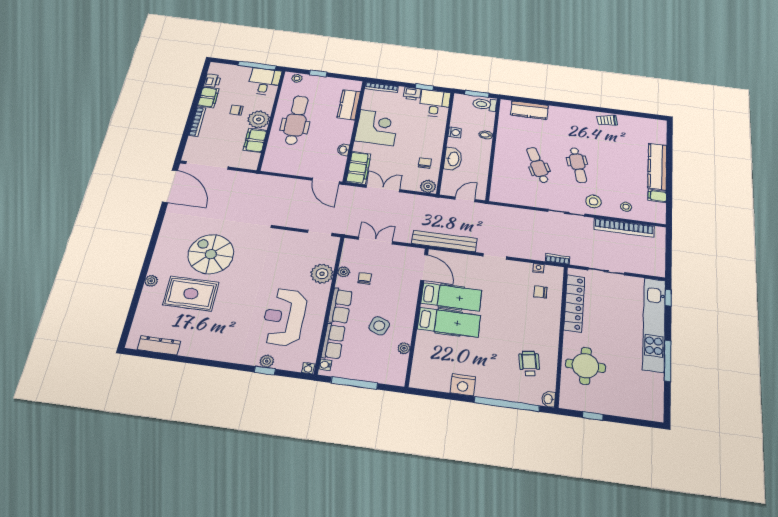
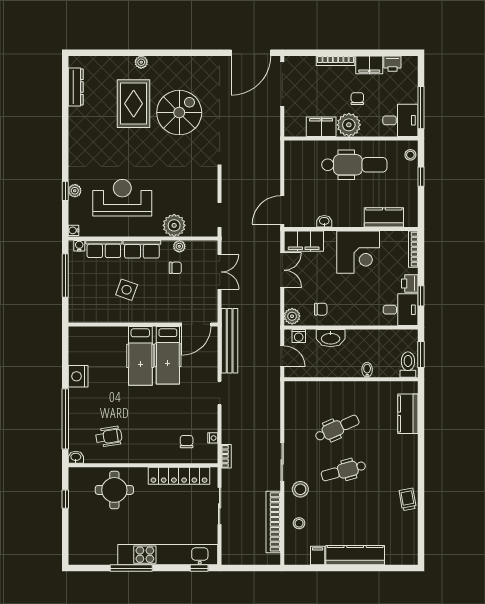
washing machine: (455, 132) -> (299, 336), moved
plant: (404, 348) -> (107, 317), removed

